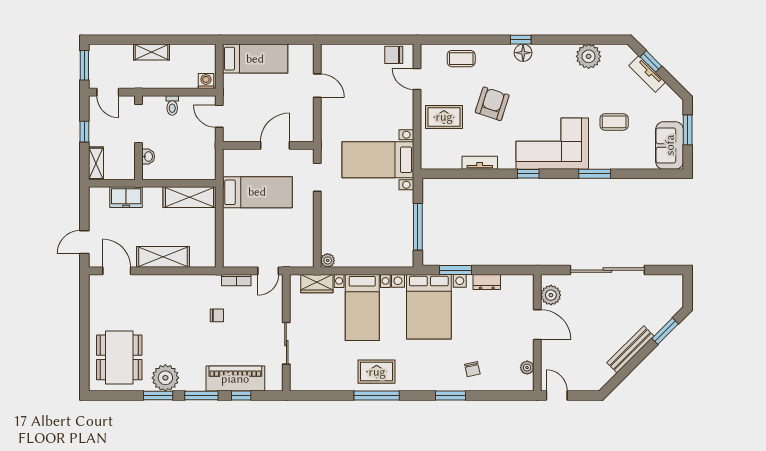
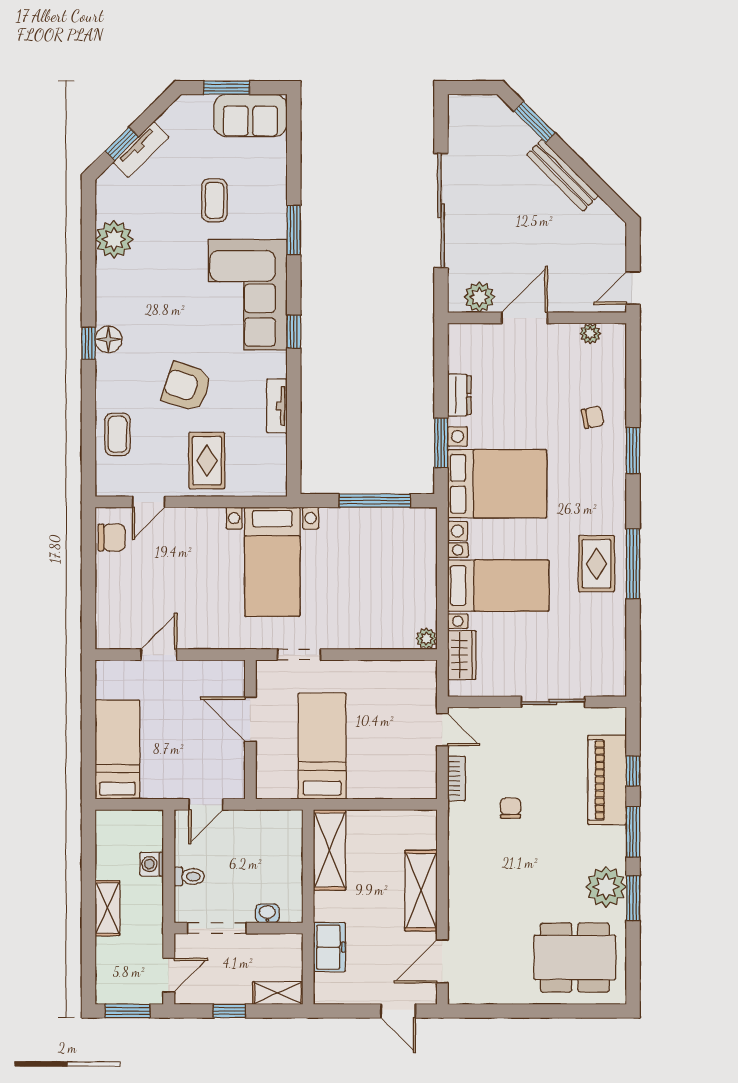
chair: (394, 55) -> (112, 538), turned -90
washing machine: (206, 81) -> (152, 864), moved

